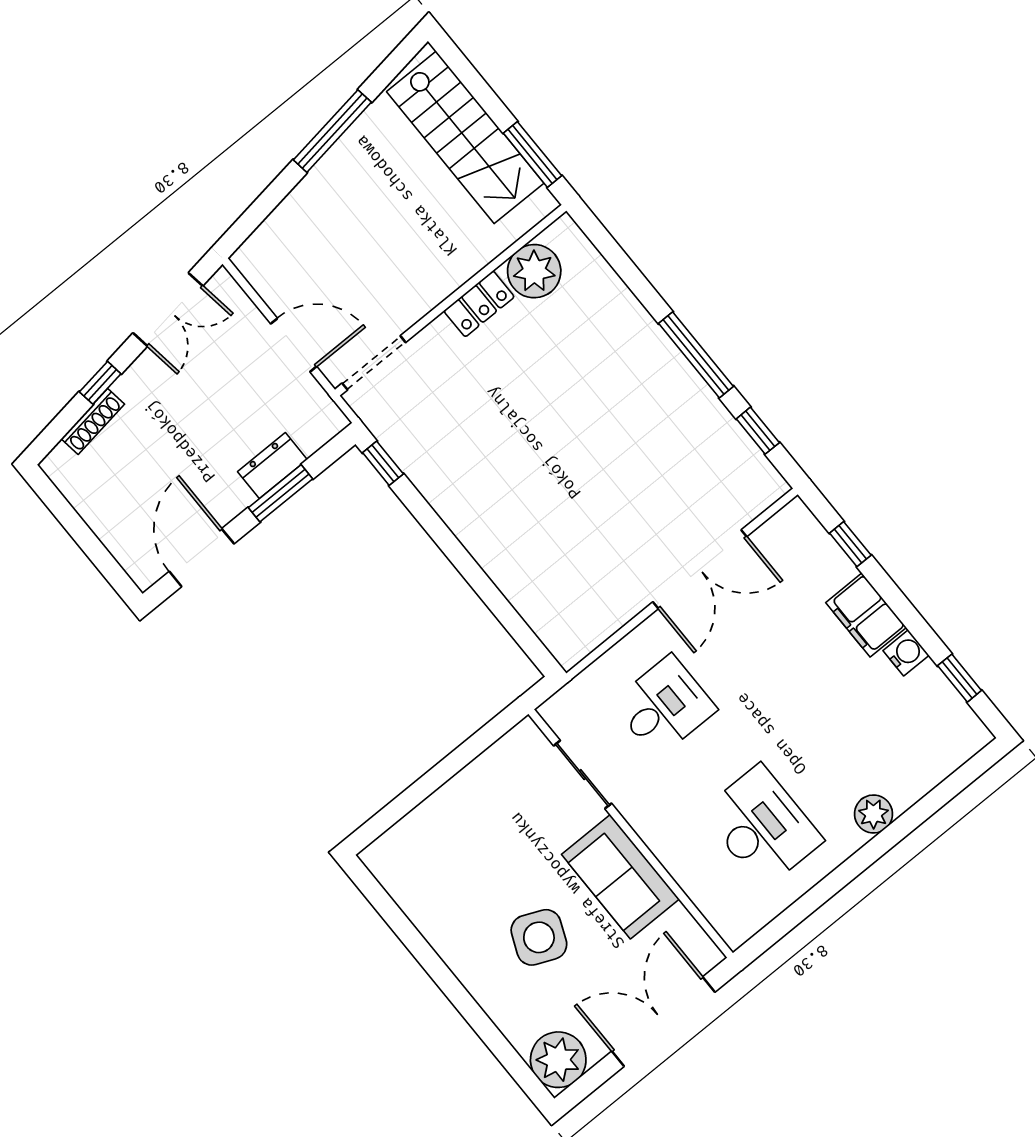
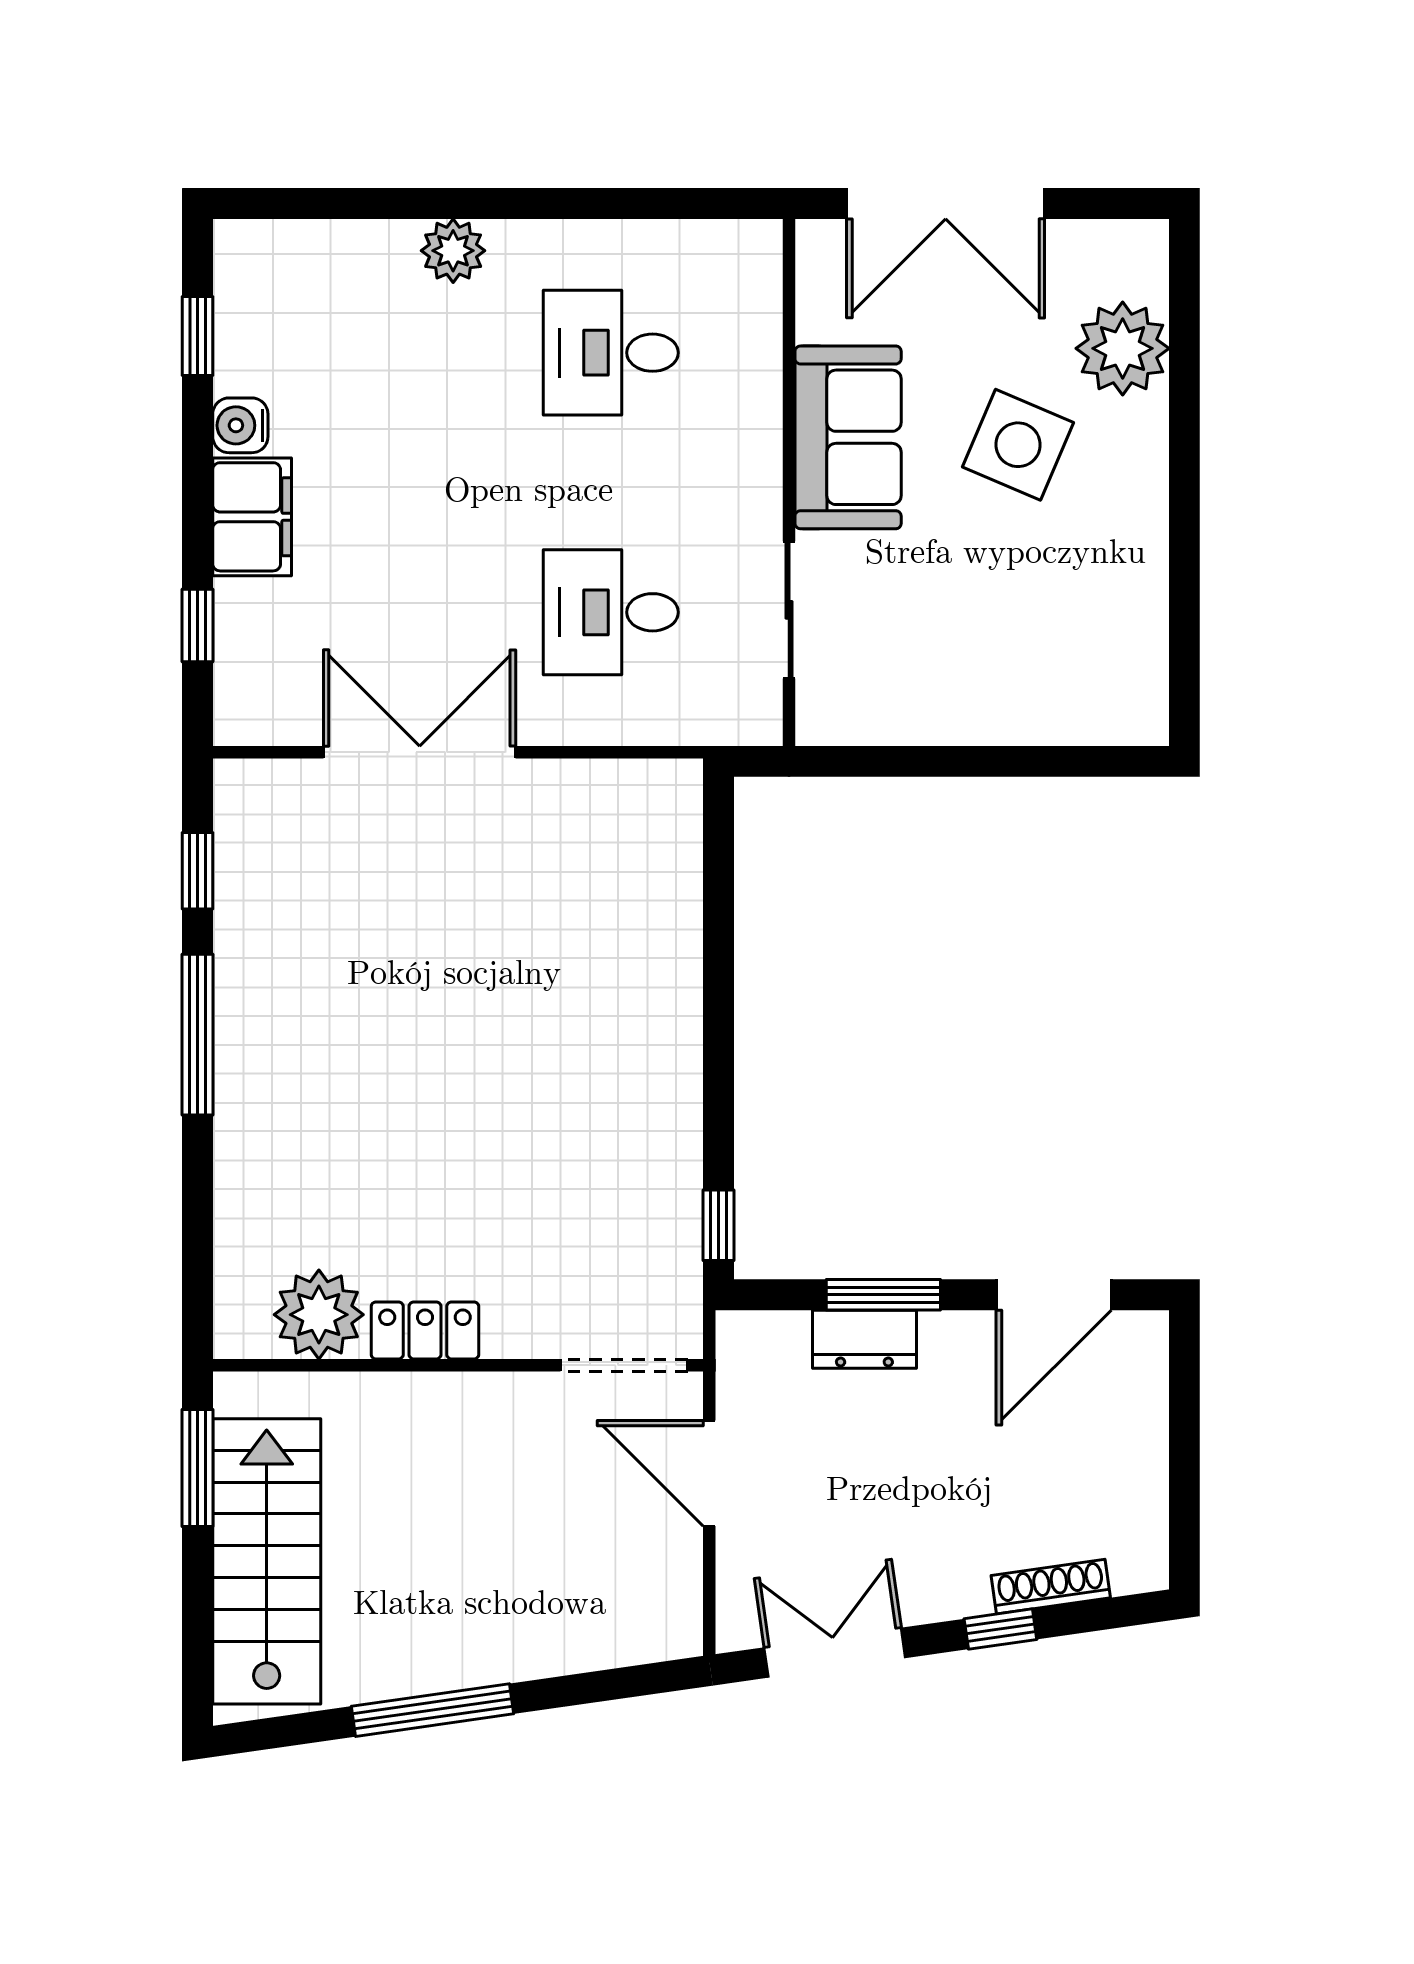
desk: (762, 826) -> (611, 353), width x0.73
plant: (558, 1060) -> (1123, 348), moved

